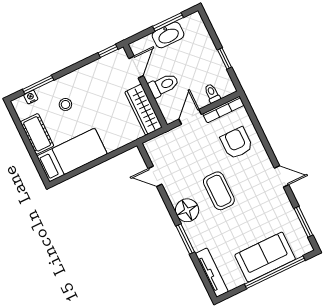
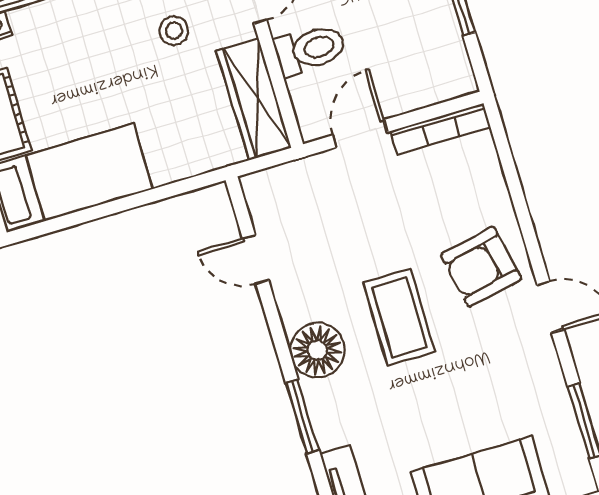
toilet: (212, 93) -> (420, 87), removed
stool: (65, 104) -> (174, 31), moved
armchair: (237, 143) -> (481, 267), moved, turned -102

